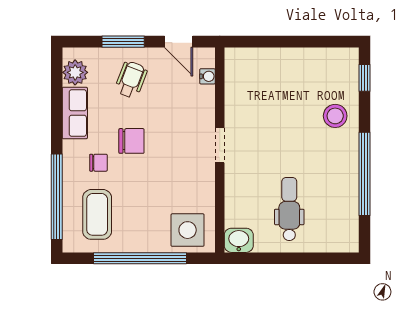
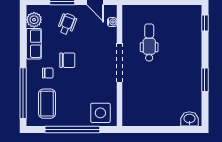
stool: (335, 116) -> (188, 45), removed
doorway: (220, 145) -> (119, 63), width x1.88
window: (364, 174) -> (205, 80), width x0.47
dental chair: (289, 209) -> (149, 43), moved
washbasin: (239, 240) -> (189, 119), moved

